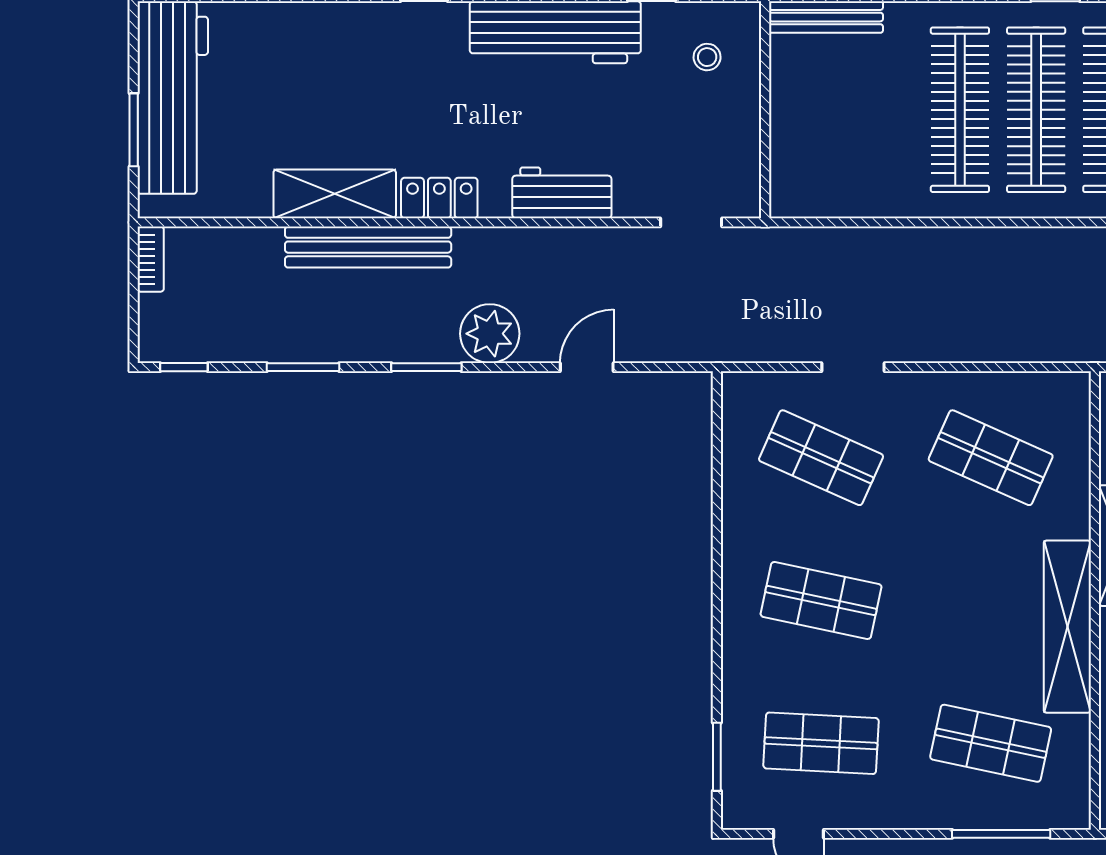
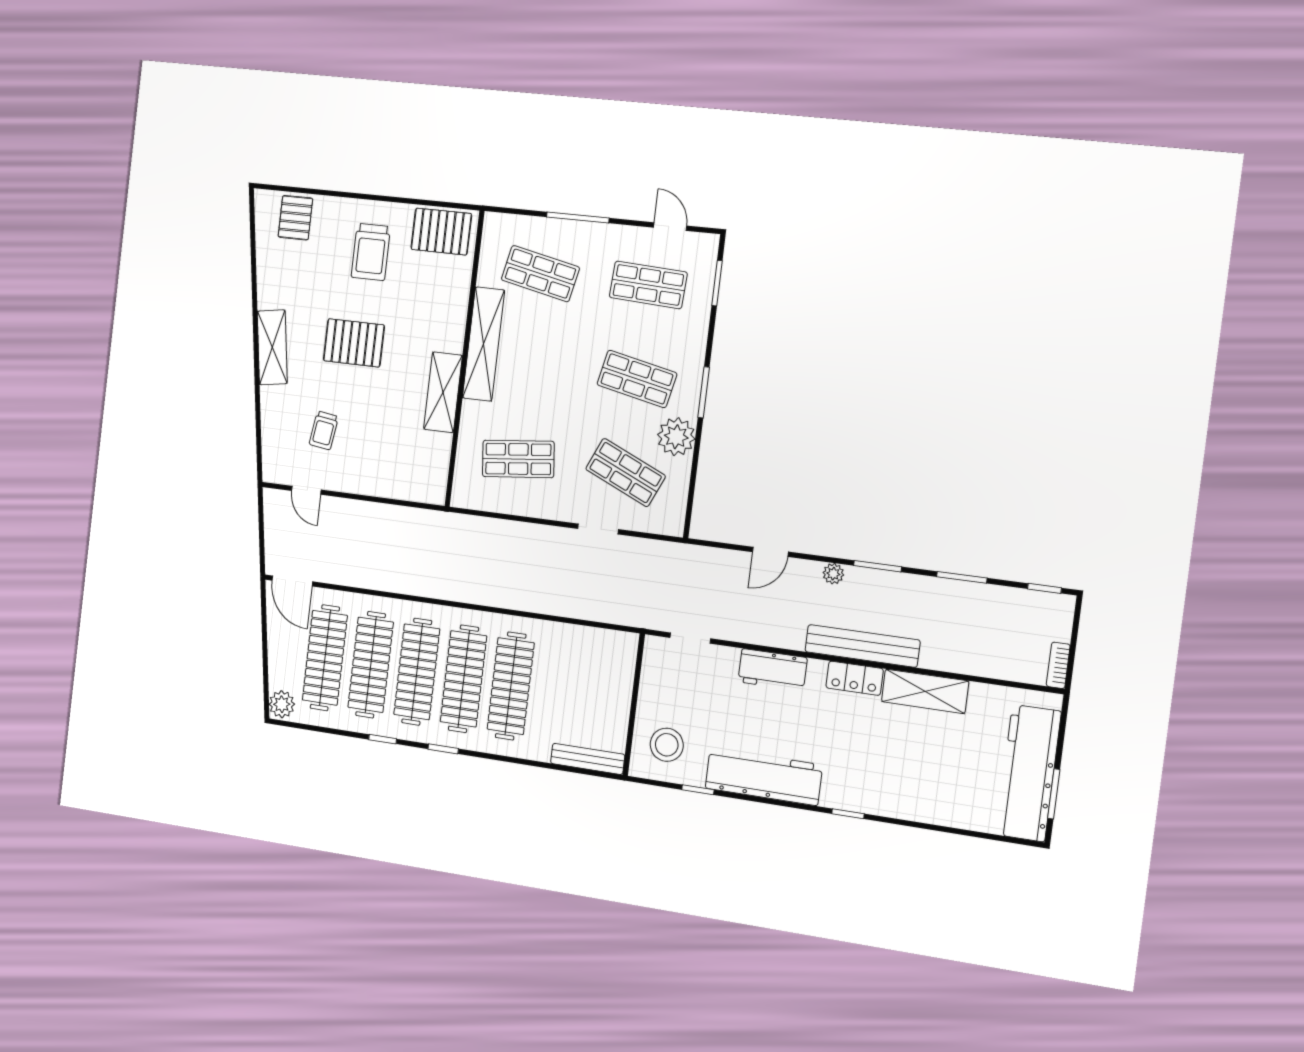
stool: (707, 57) -> (667, 745), width x1.89, depth x1.89
window: (134, 130) -> (1054, 794), moved
bench: (368, 247) -> (862, 646), moved
plant: (490, 334) -> (833, 574), width x0.53, depth x0.53
shop shelf: (991, 458) -> (518, 459), turned -30
plant: (750, 521) -> (676, 437), added
window: (717, 592) -> (704, 392), added
window: (1001, 834) -> (578, 218), moved

